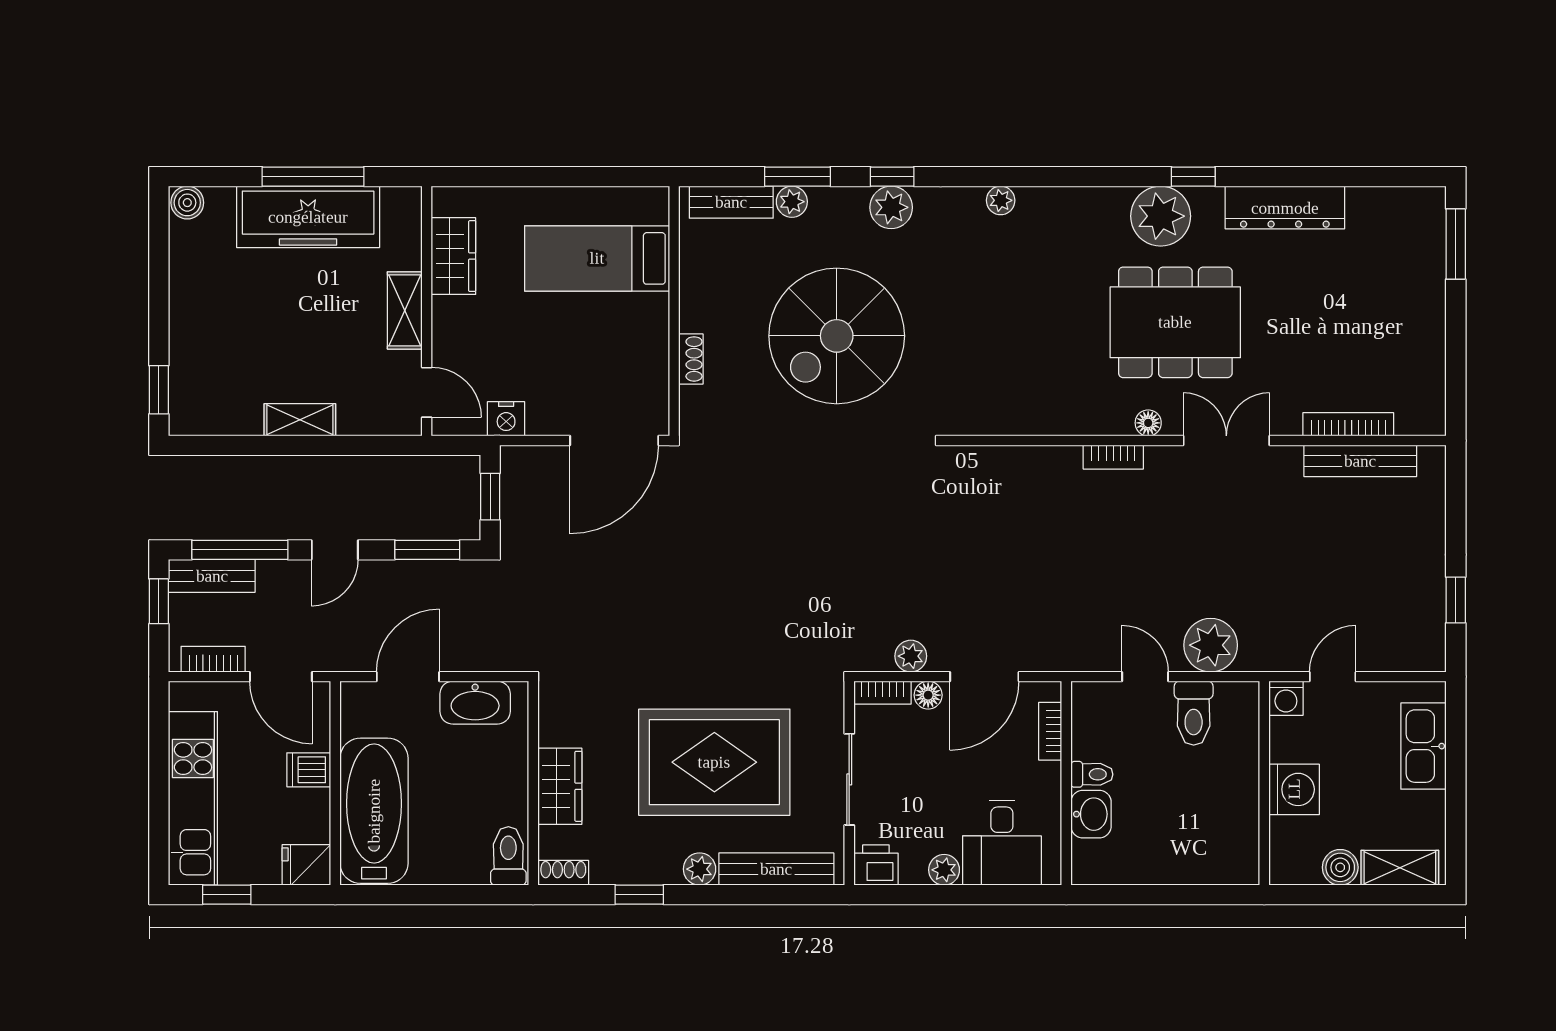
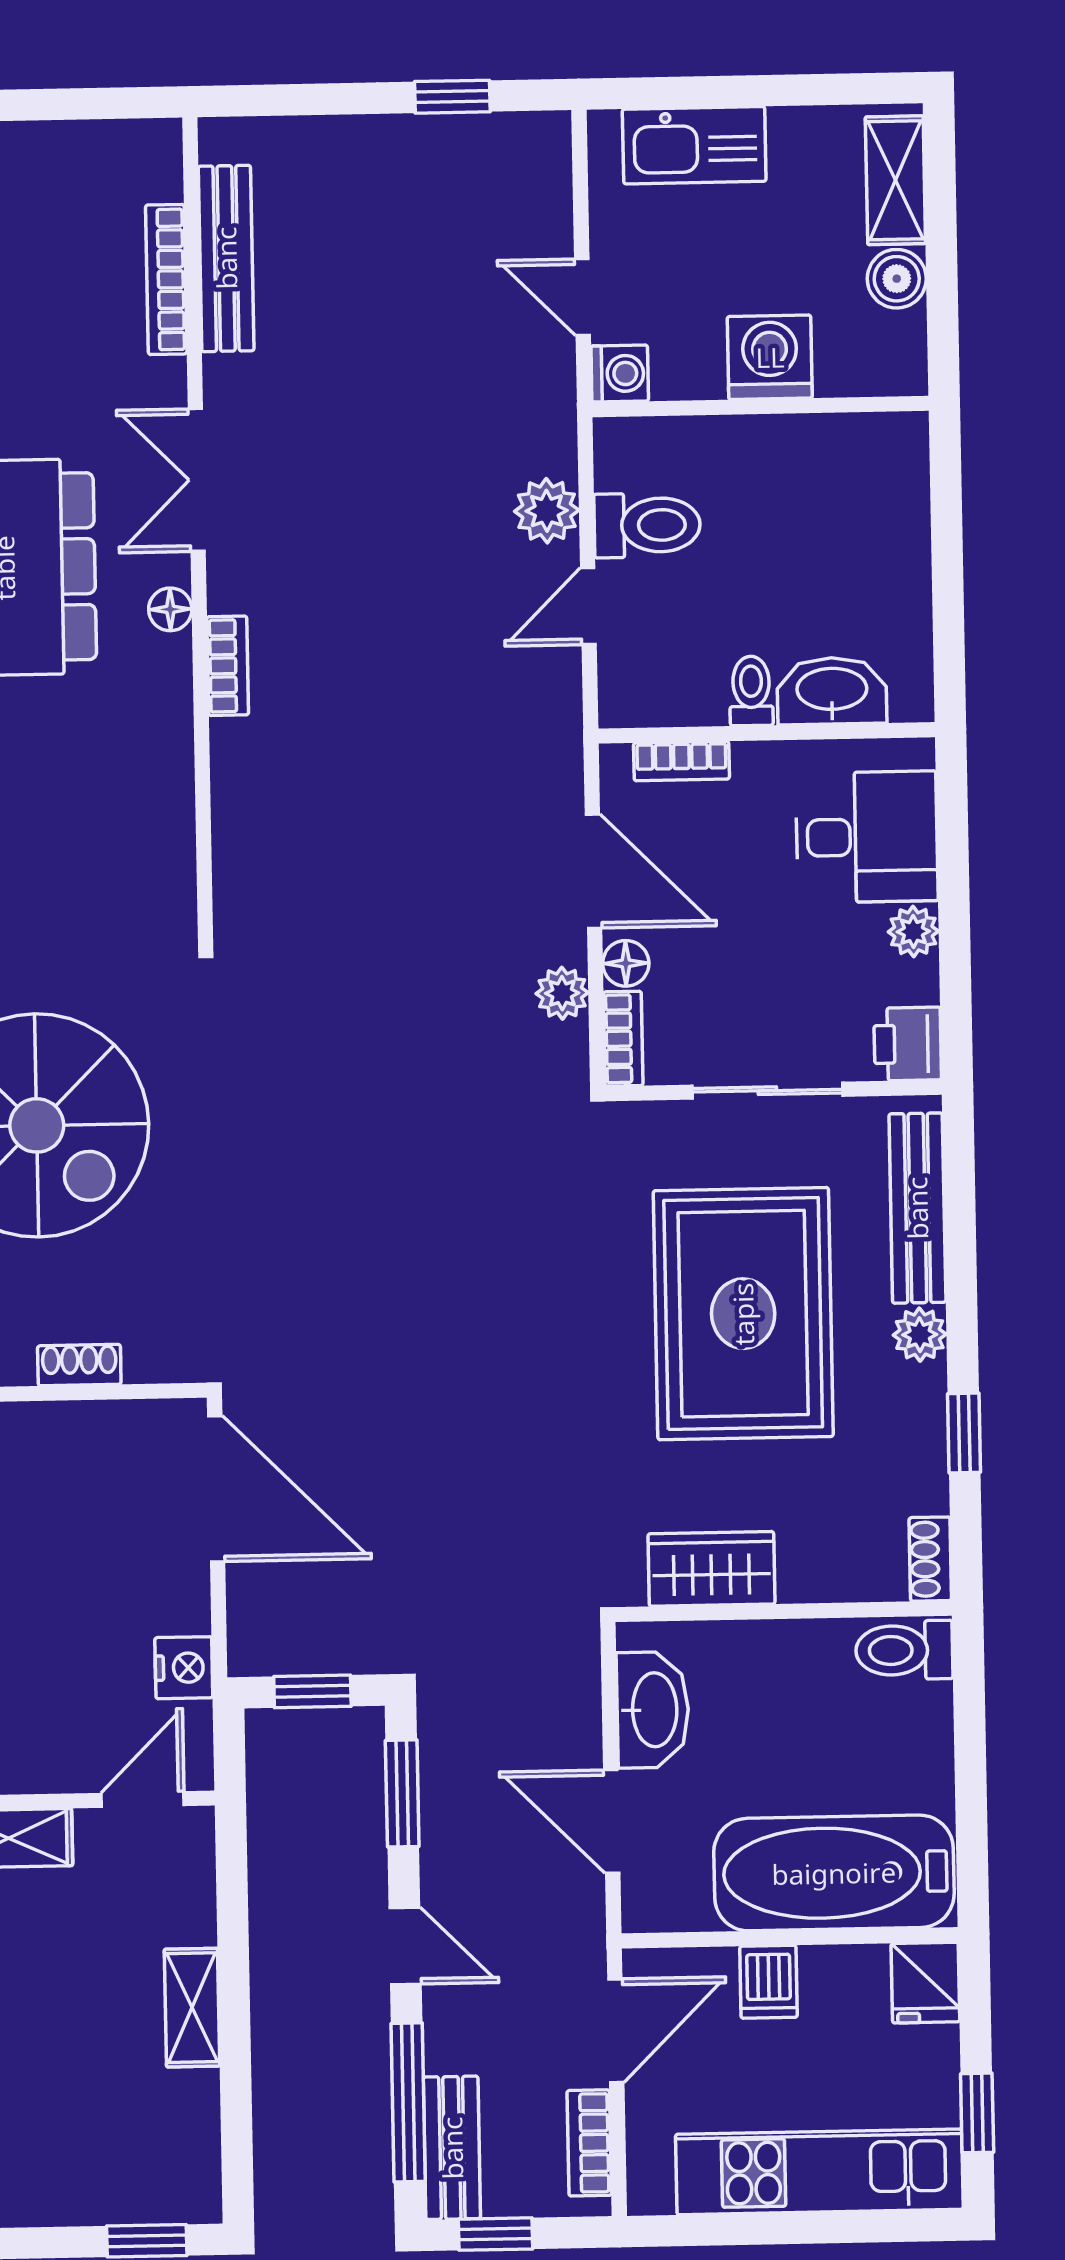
plant: (1211, 645) -> (547, 511), width x0.73, depth x0.73
wardrobe: (560, 786) -> (711, 1569), moved
washbasin: (1091, 814) -> (832, 691), width x1.38

